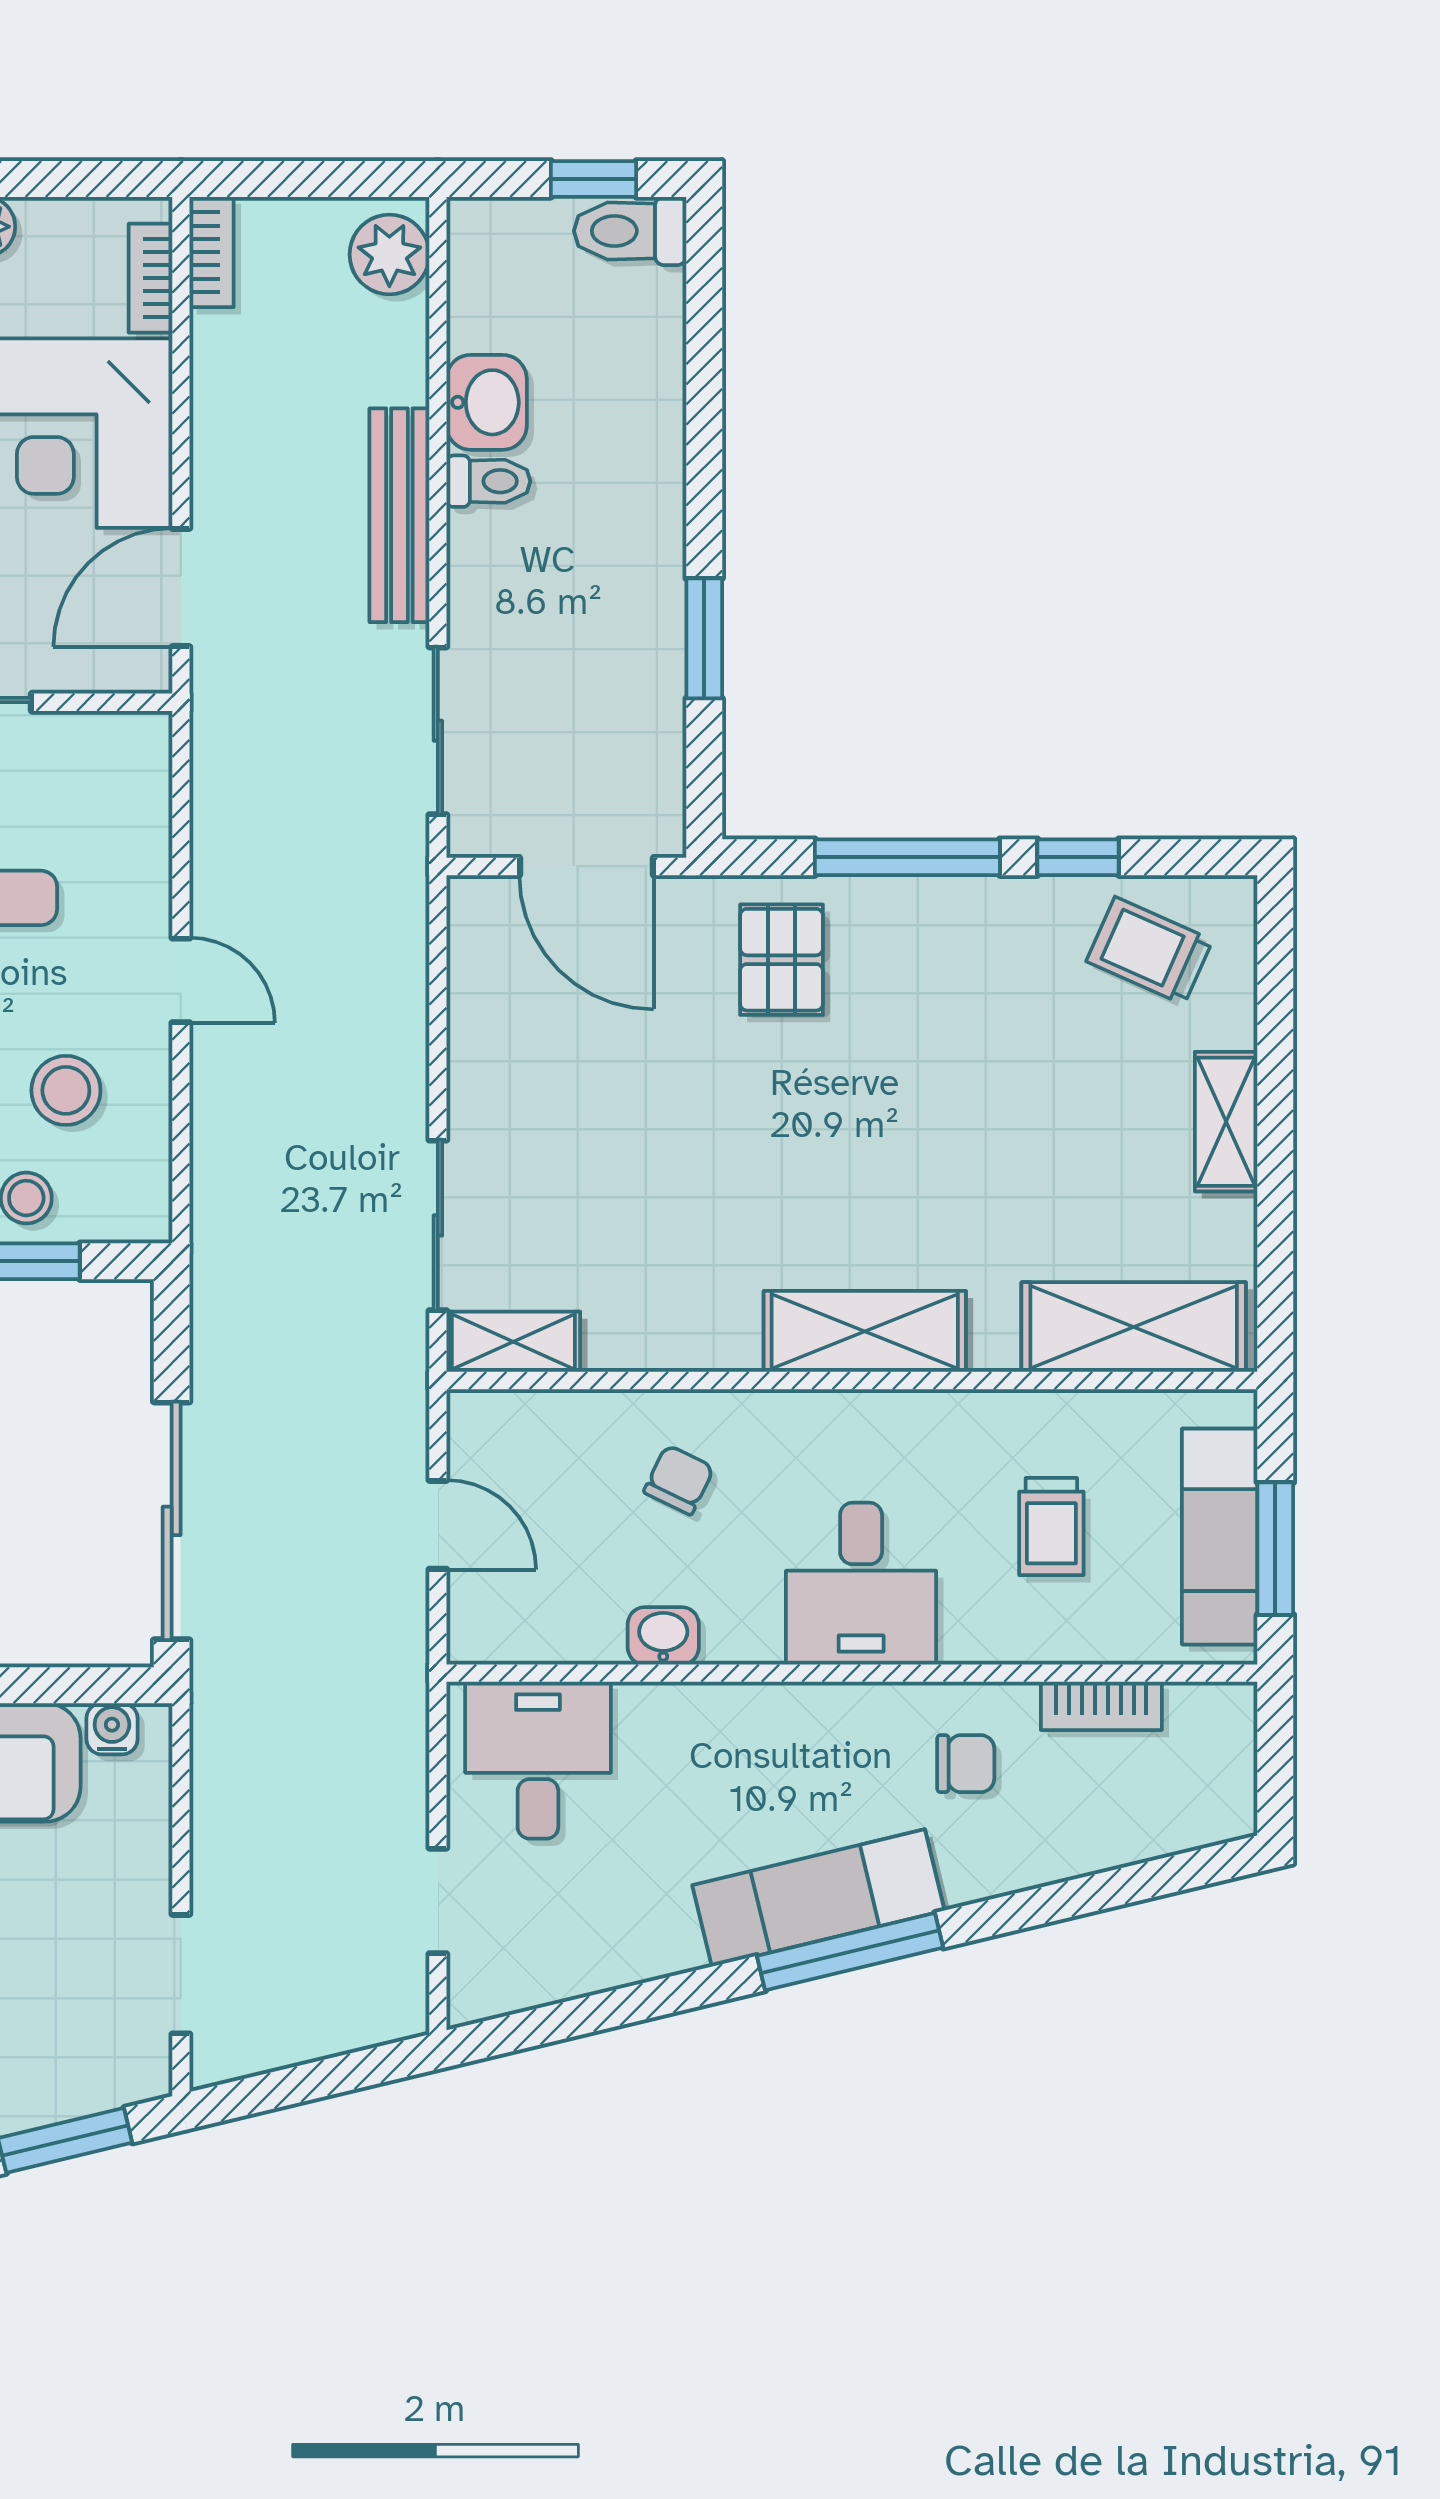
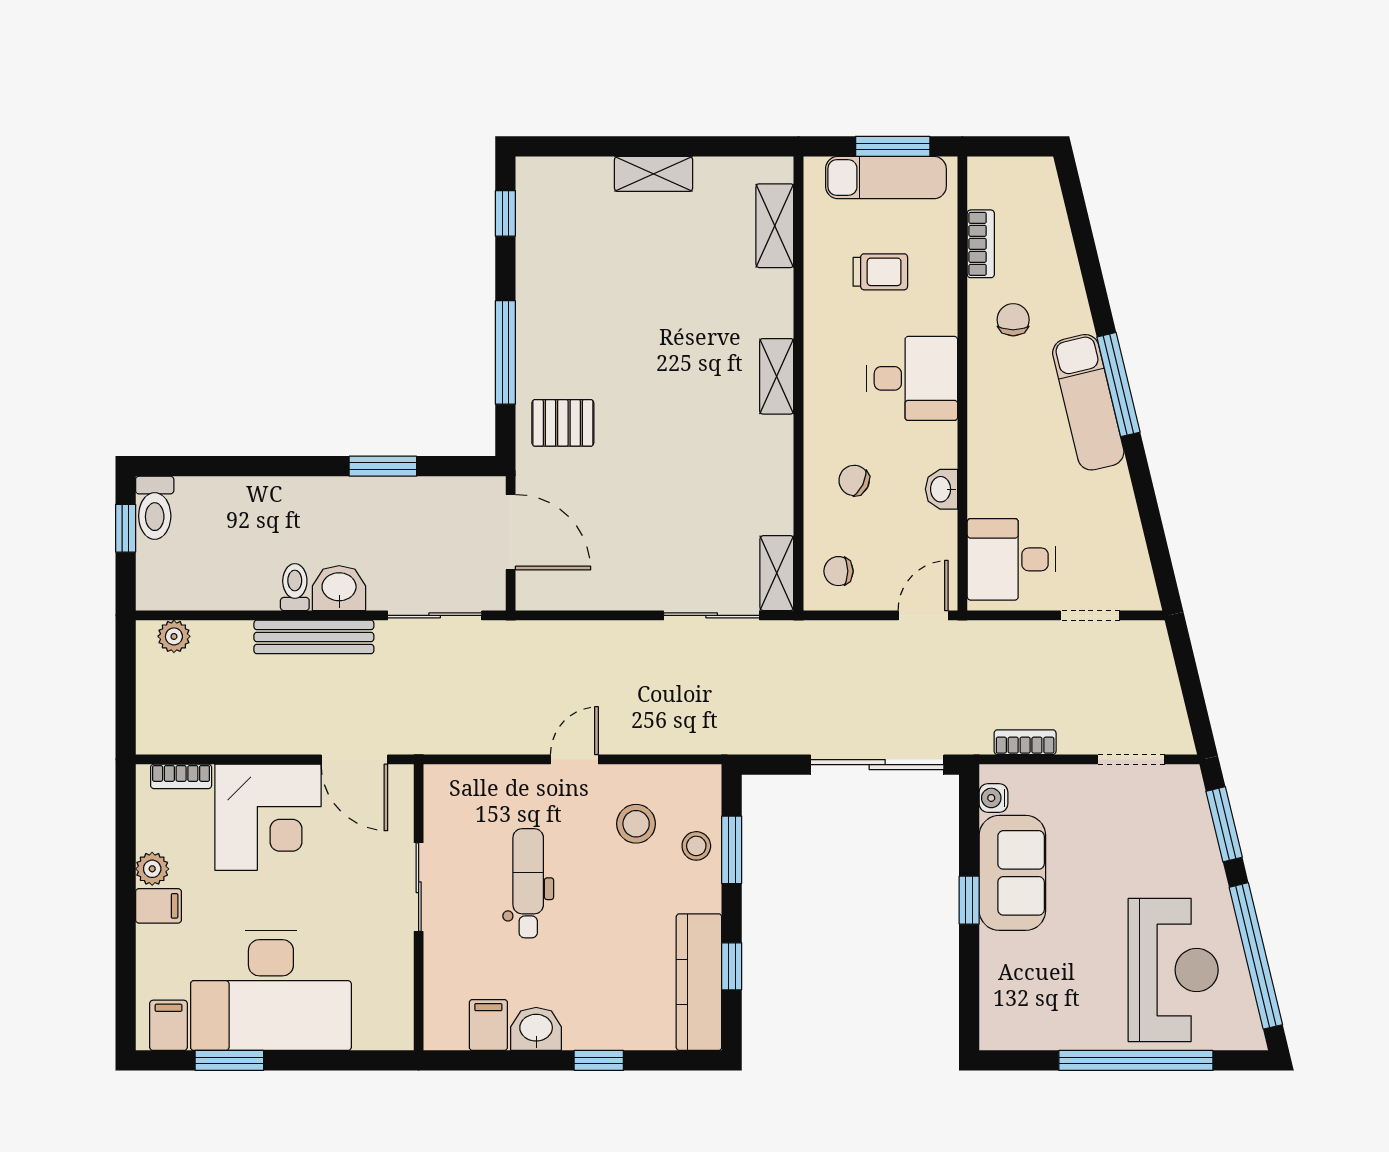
bookcase: (212, 252) -> (1025, 742), moved
plant: (389, 254) -> (174, 636), width x0.73, depth x0.73
washbasin: (487, 402) -> (339, 588), moved
window: (1078, 857) -> (505, 213), moved
door: (587, 866) -> (511, 532), hinge flipped
trolley: (1149, 951) -> (558, 217), removed
shelving: (1134, 1327) -> (775, 226), width x0.67, depth x0.75
shelving: (865, 1331) -> (777, 376), width x0.67, depth x0.75
chair: (517, 1452) -> (838, 571), added
door: (438, 1525) -> (923, 615), moved

